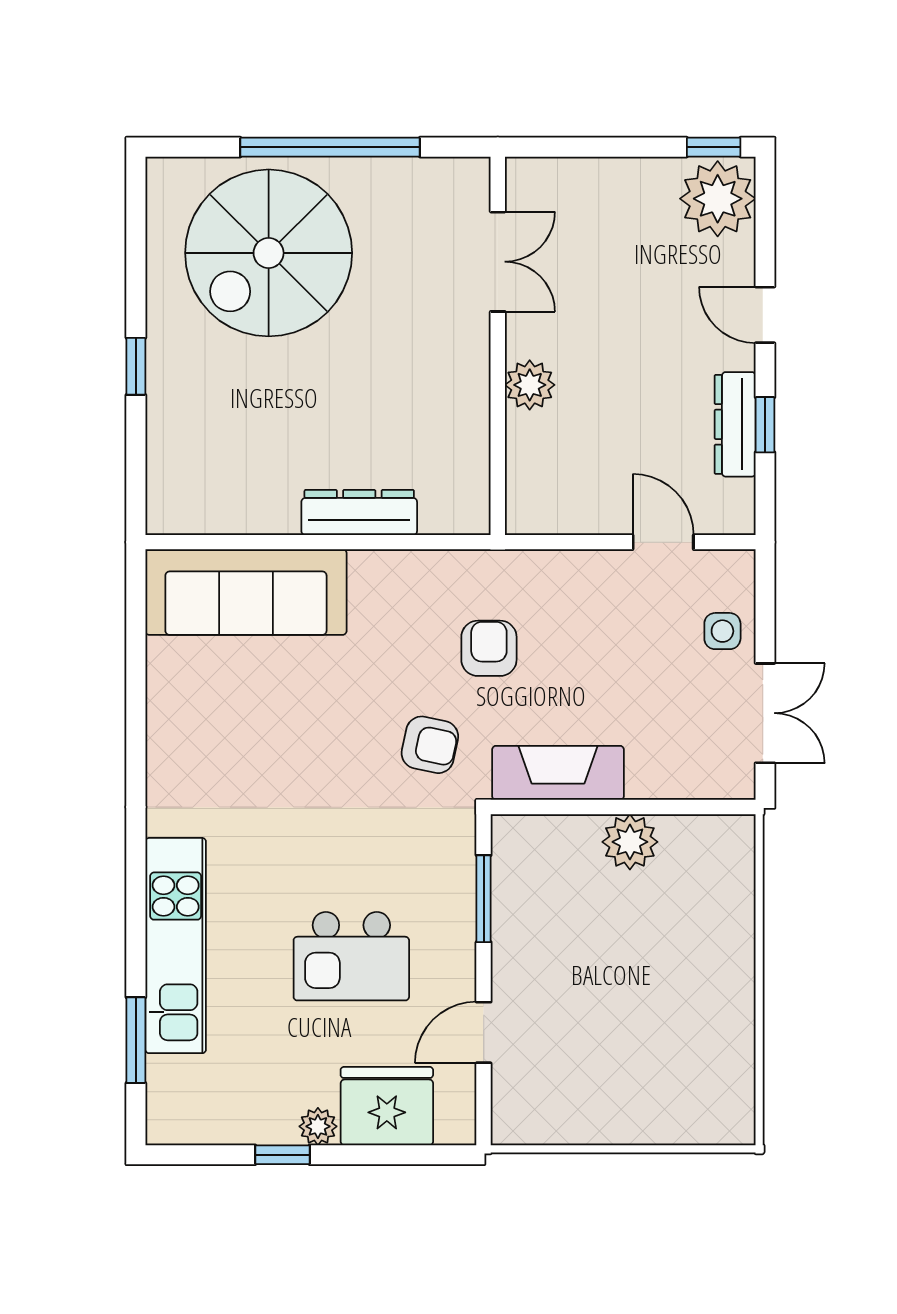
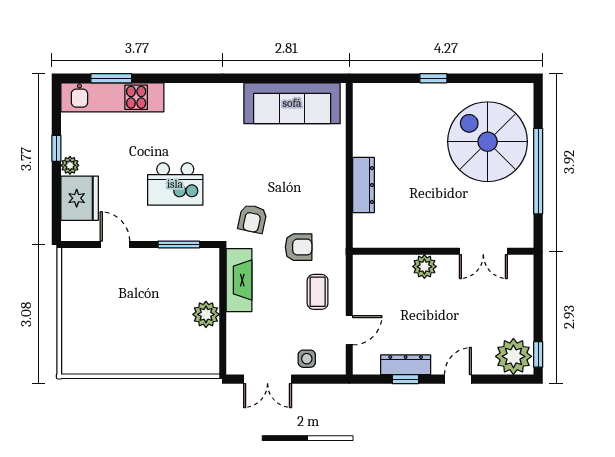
sofa: (246, 592) -> (292, 103), moved, turned -90
coffee table: (583, 609) -> (318, 292), added
kitchen unit: (176, 946) -> (112, 97), moved
kitchen island: (351, 956) -> (175, 184), moved, turned -90

